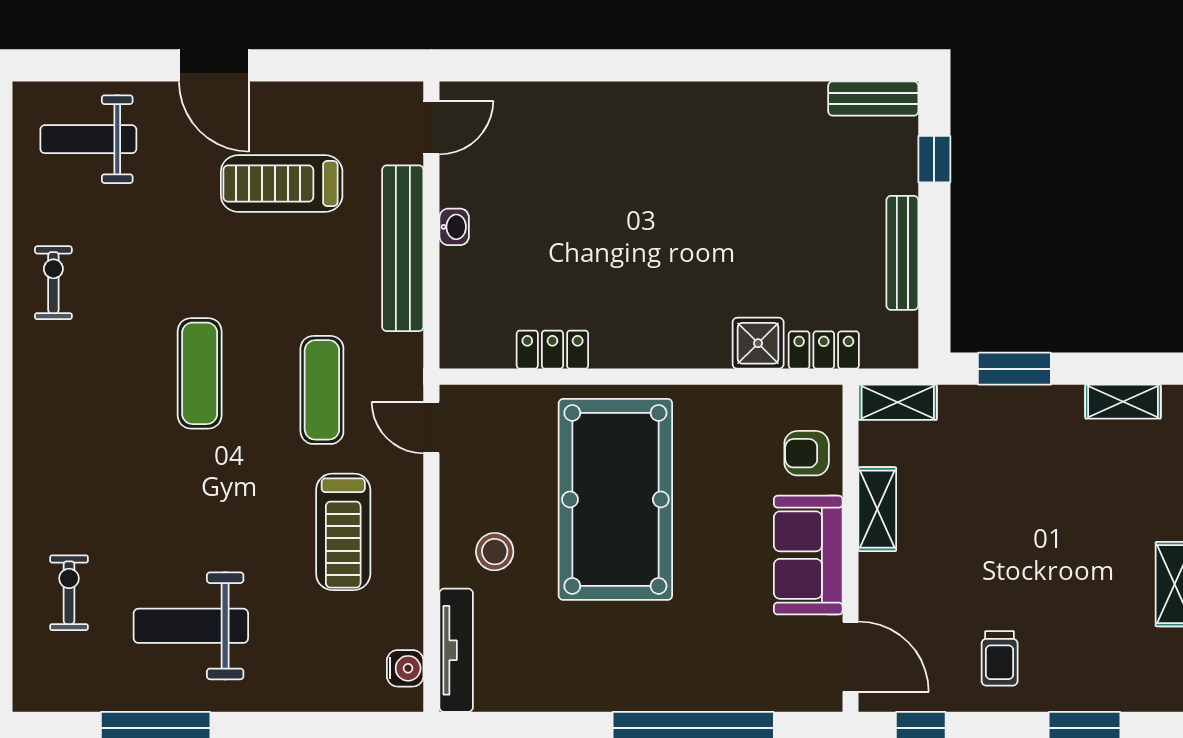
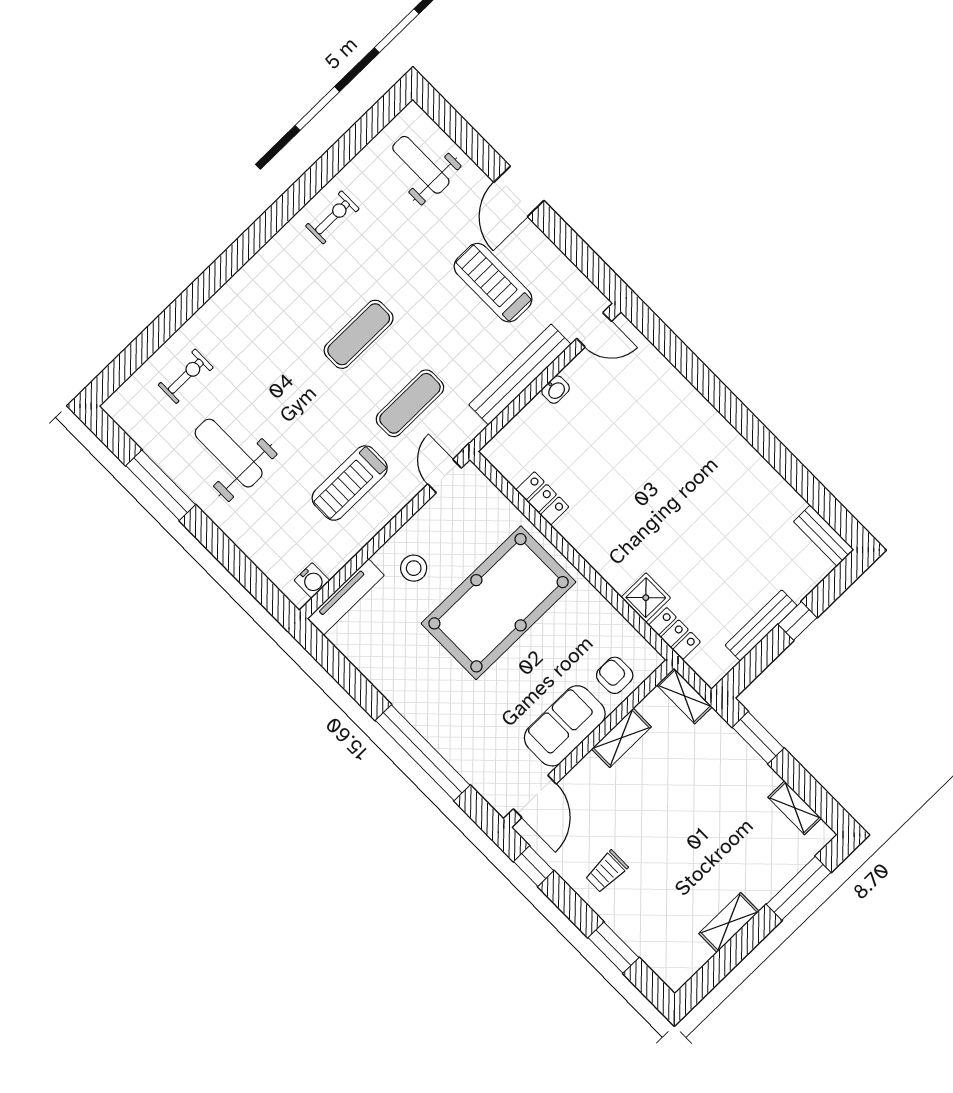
window: (934, 159) -> (797, 621), moved

